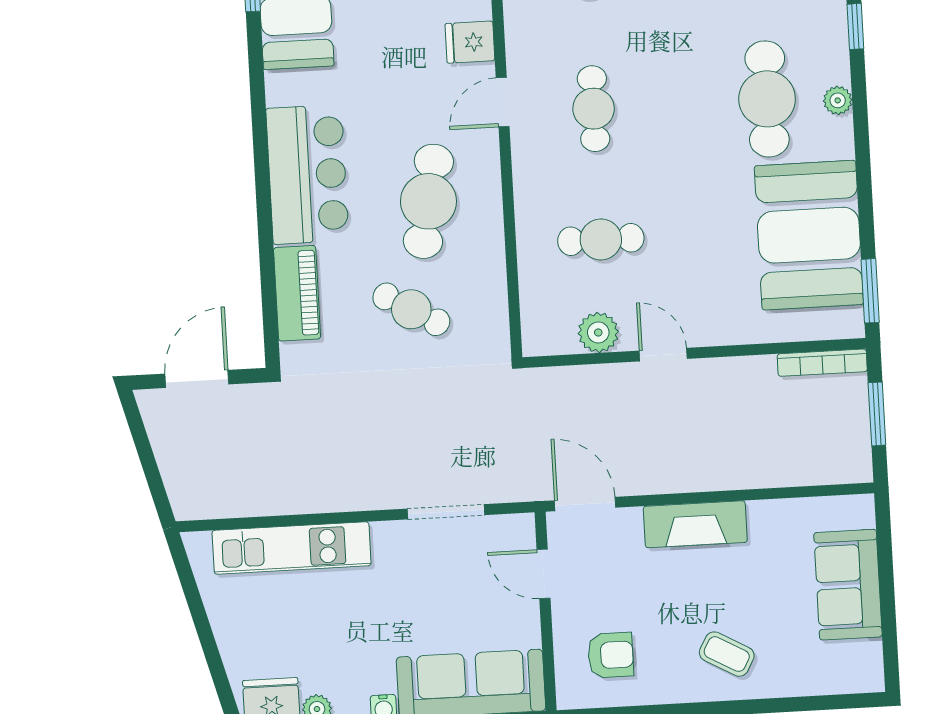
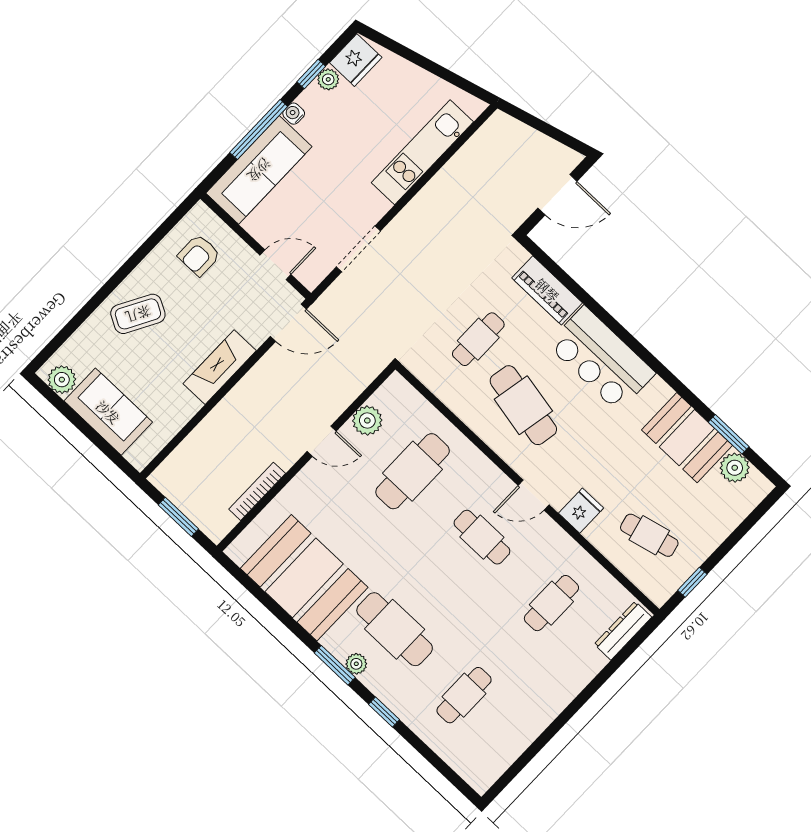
door: (503, 102) -> (534, 495), swing flipped
cafe table: (601, 239) -> (413, 471), width x1.37, depth x1.35
window: (870, 291) -> (335, 665), moved
cafe table: (411, 309) -> (478, 339), turned -30
bookcase: (822, 363) -> (257, 491), moved
door: (197, 379) -> (557, 195), hinge flipped
coffee table: (727, 654) -> (138, 314), width x1.36, depth x1.30
plant: (864, 660) -> (62, 380), added

